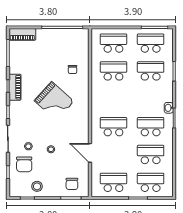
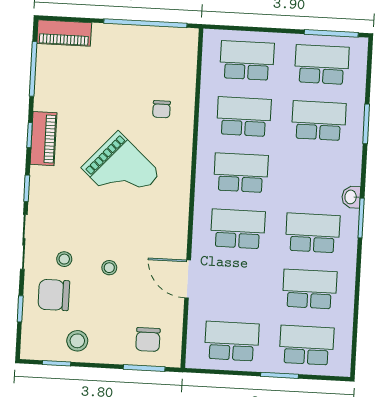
school desk: (113, 99) -> (241, 173), added
chair: (24, 164) -> (54, 295), turned 90

